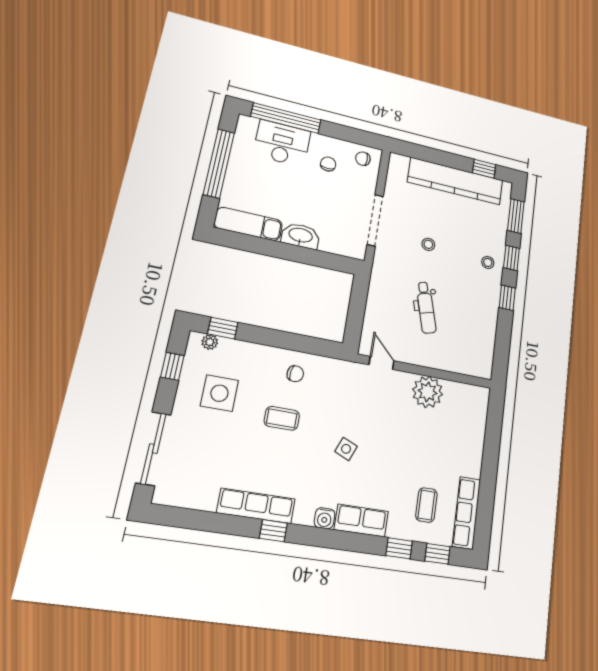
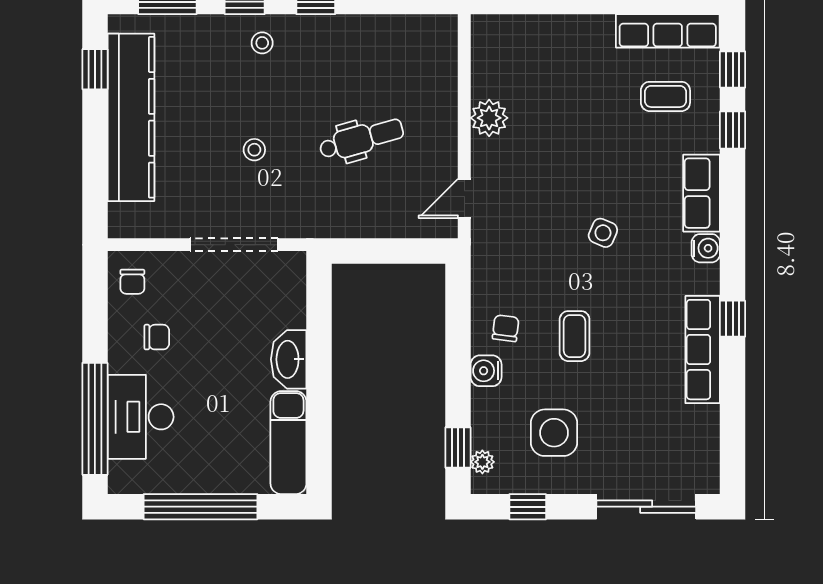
chair: (328, 164) -> (157, 337), turned 180
water cooler: (270, 356) -> (486, 371), added
plant: (428, 392) -> (489, 118), width x0.73, depth x0.73

